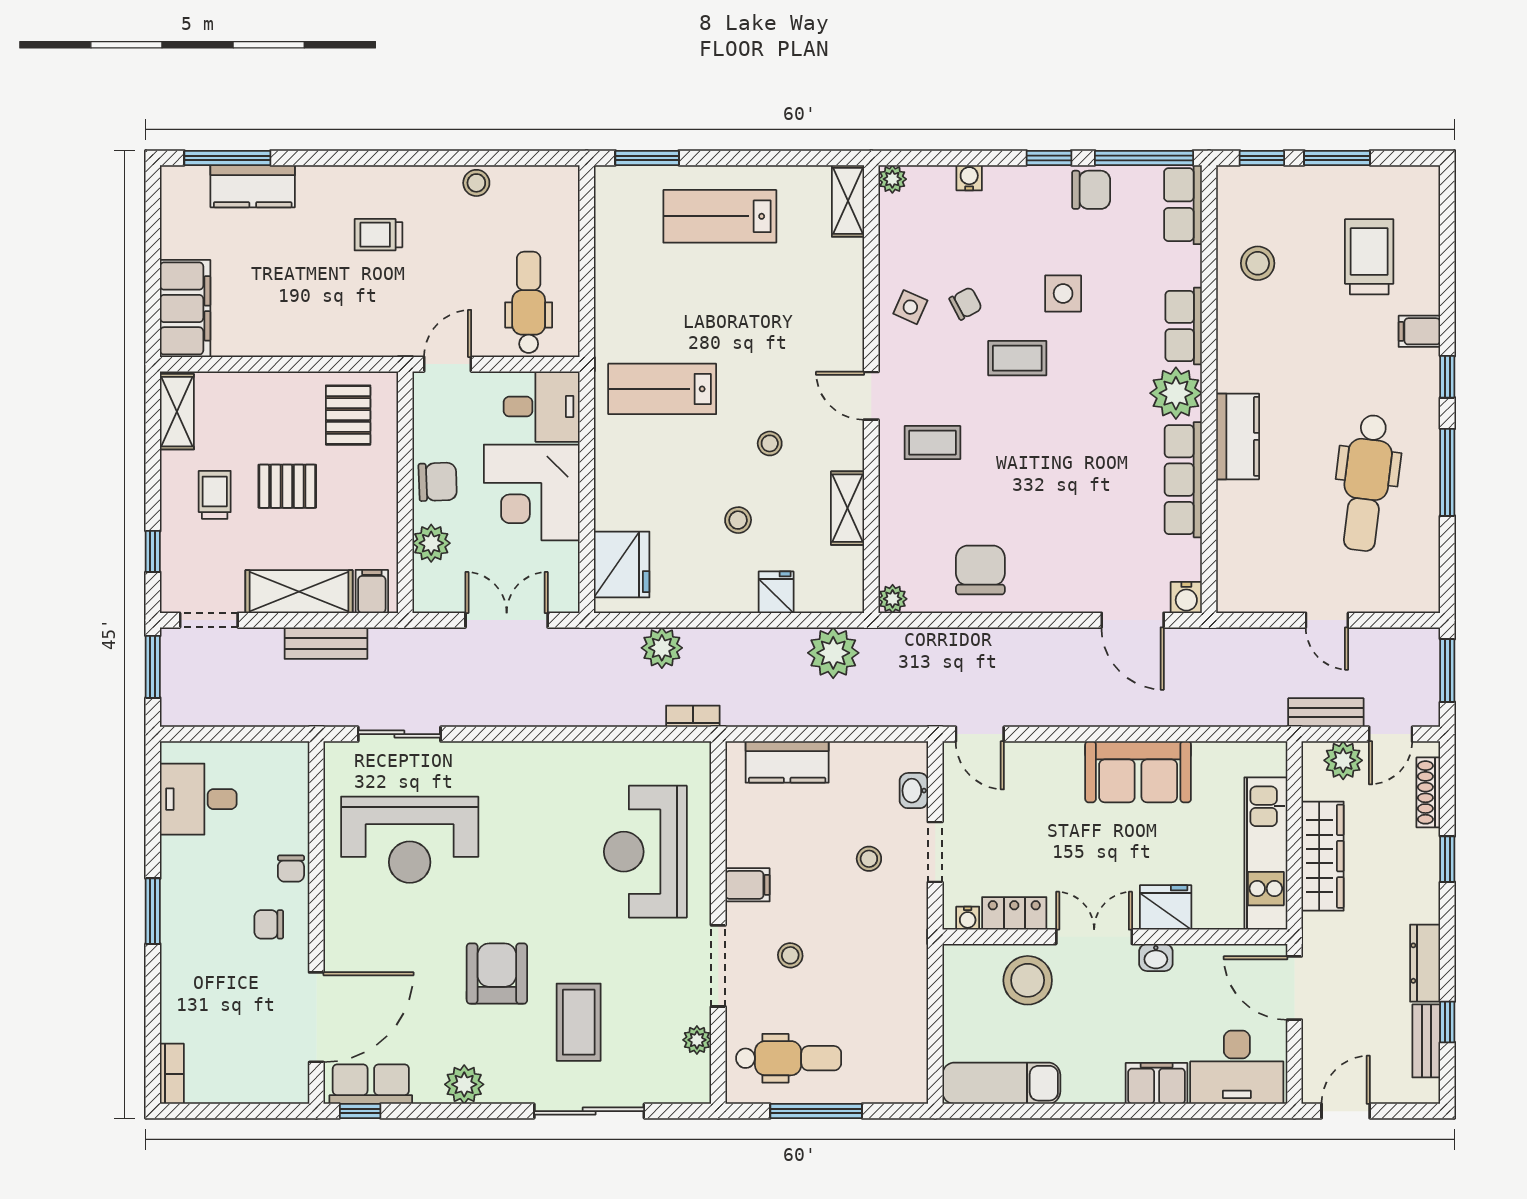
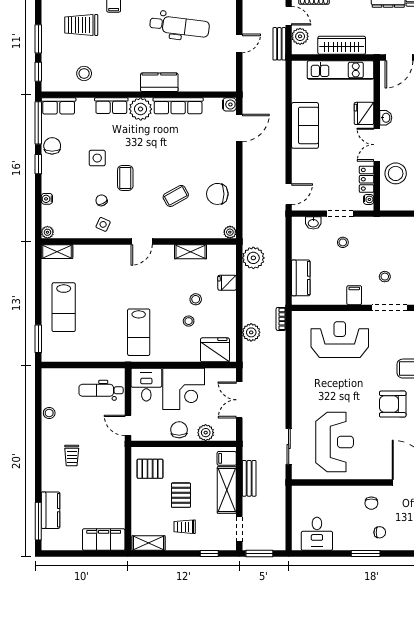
stool: (770, 443) -> (189, 321), moved
coffee table: (932, 443) -> (176, 196), moved, turned 61
reception desk: (645, 852) -> (340, 340), turned 180
chair: (291, 869) -> (380, 532), moved

